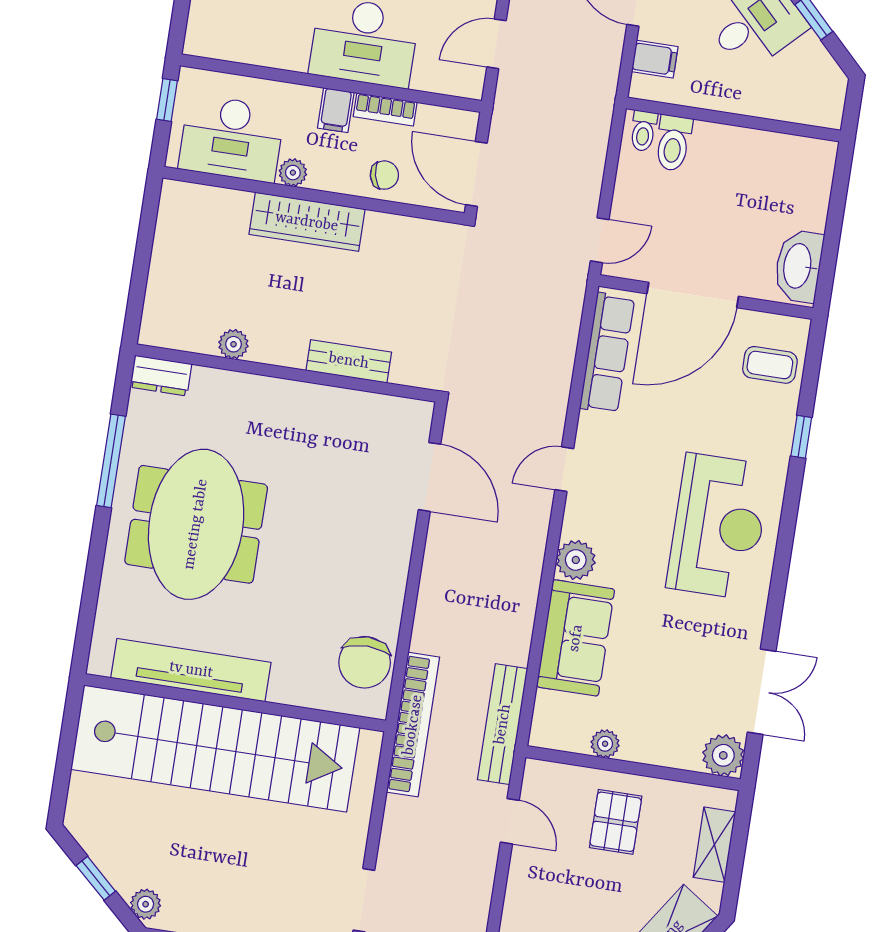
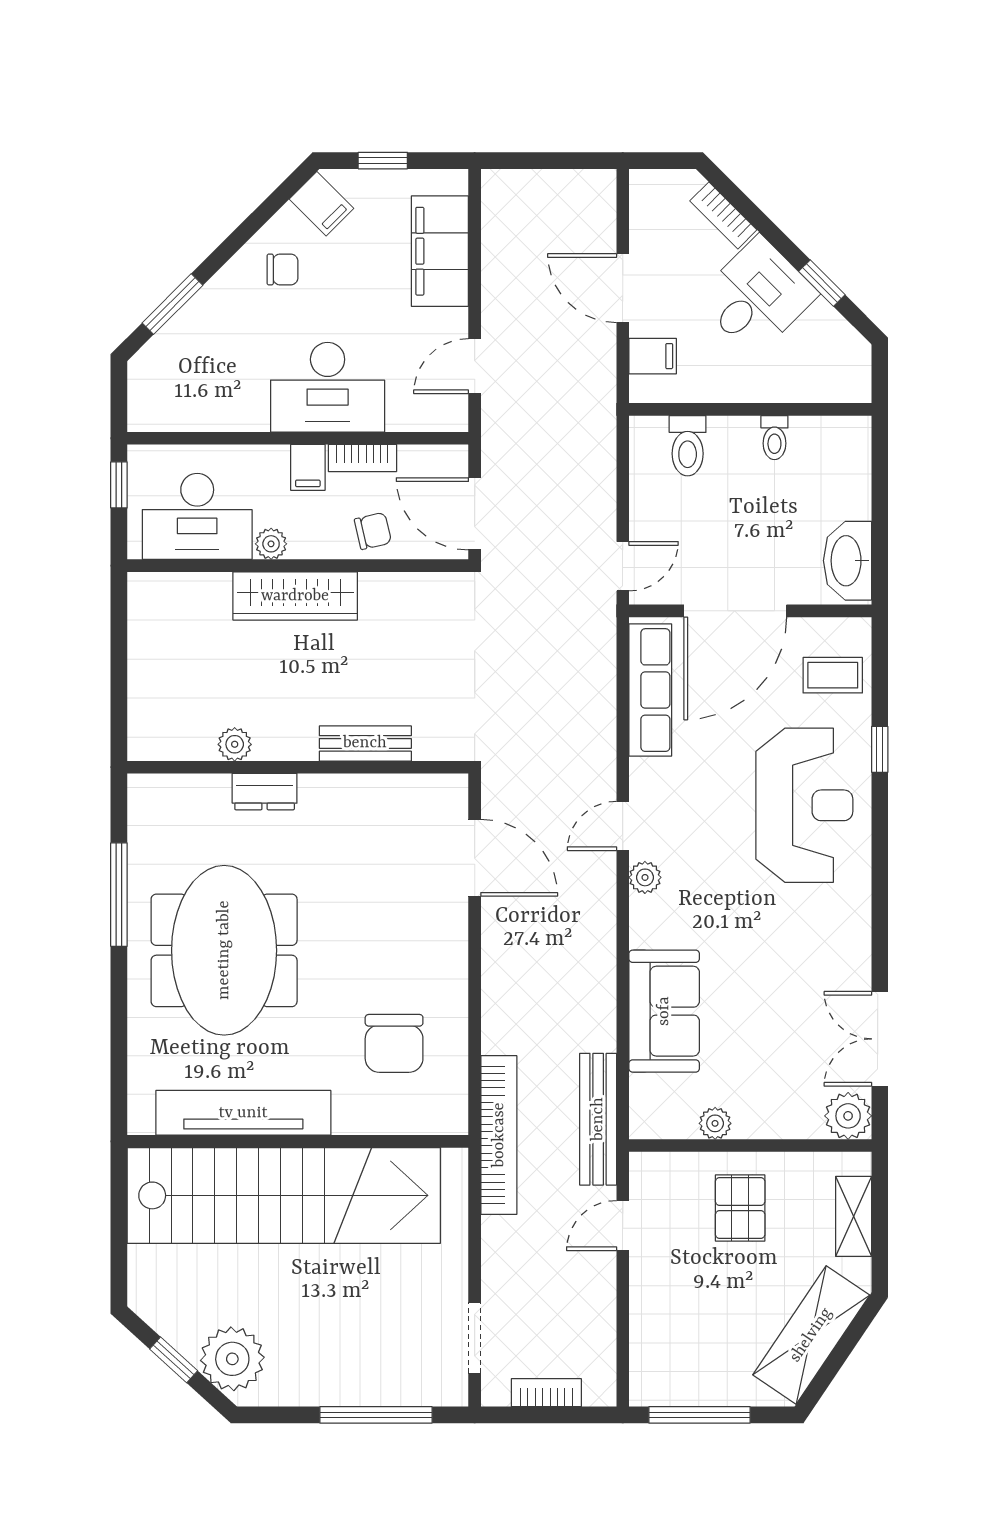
toilet: (643, 131) -> (774, 438), moved
dresser: (161, 376) -> (265, 792), moved
reception desk: (718, 526) -> (804, 805), moved
plant: (576, 560) -> (645, 877), moved, width x0.73, depth x0.73
chair: (365, 662) -> (394, 1043), moved
double door: (762, 692) -> (880, 1039), swing flipped
door: (510, 821) -> (623, 1226), swing flipped
plant: (146, 904) -> (232, 1359), width x1.88, depth x1.88

